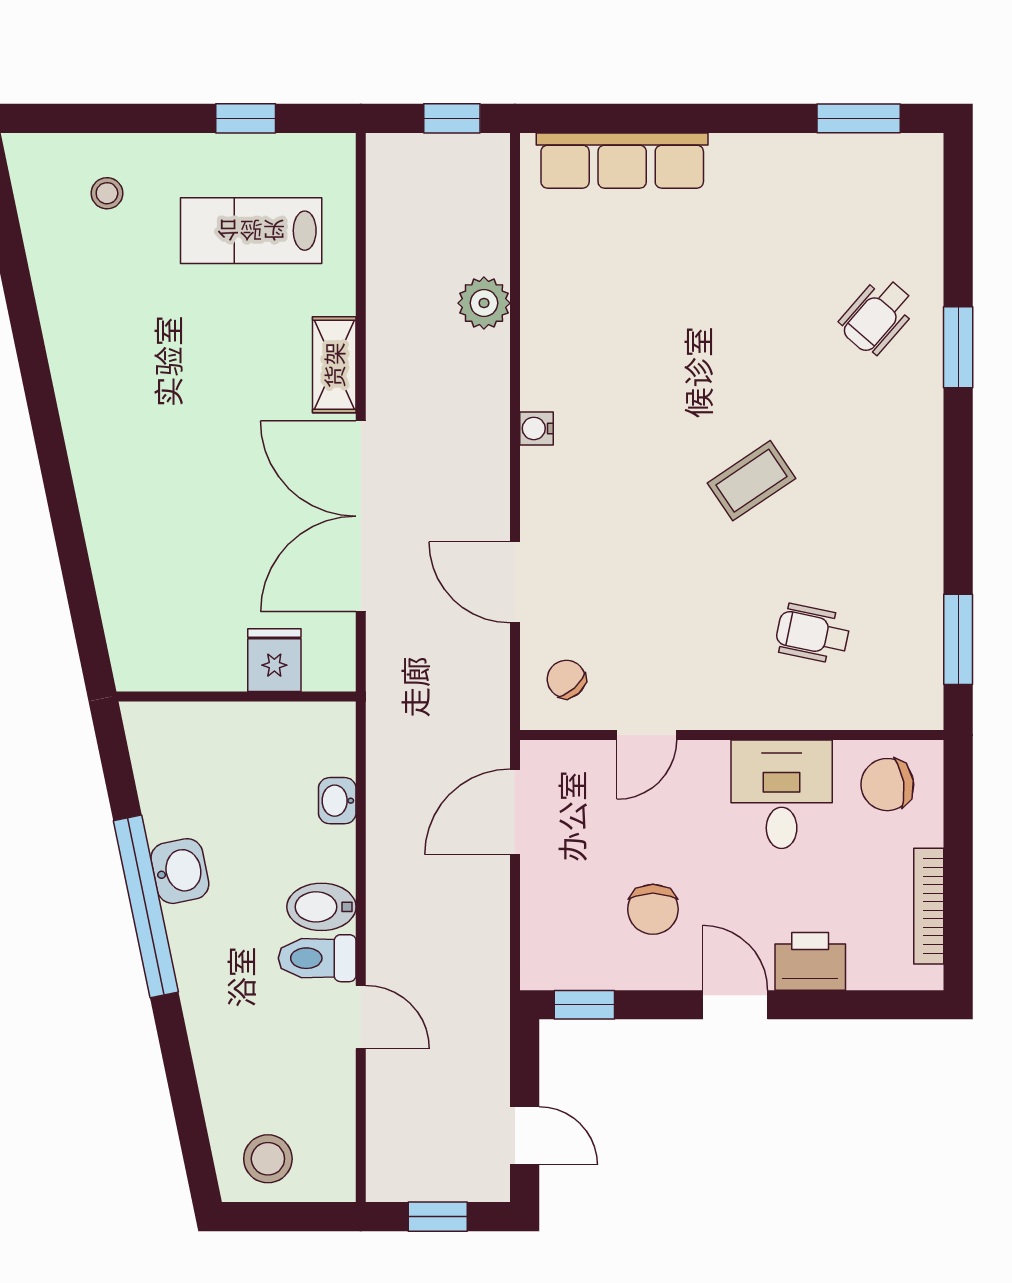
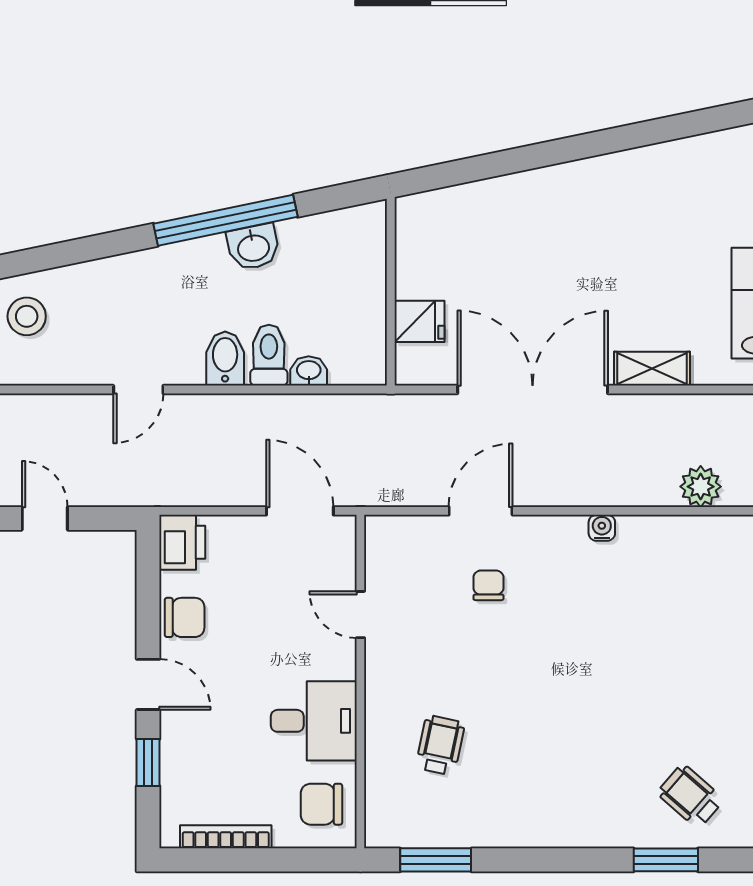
coffee table: (751, 481) -> (561, 697), removed
chair: (566, 679) -> (488, 585), moved, turned -48
chair: (887, 785) -> (321, 804), turned -81
chair: (653, 909) -> (185, 617), moved, turned 180
toilet: (317, 958) -> (269, 355), moved
printer: (810, 961) -> (182, 542), moved
window: (584, 1005) -> (148, 762), moved
door: (735, 1005) -> (148, 684), hinge flipped
door: (525, 1136) -> (45, 518), swing flipped

